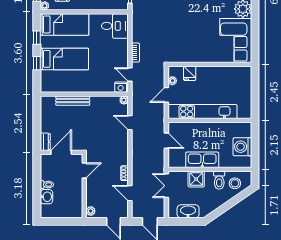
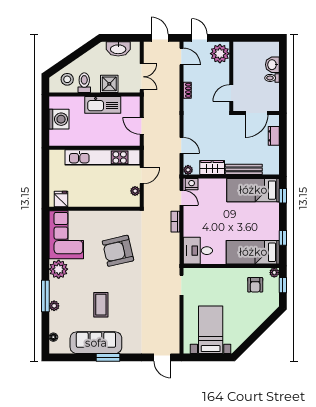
armchair: (188, 26) -> (118, 251), added
bed: (64, 59) -> (253, 190), moved
window: (37, 63) -> (283, 196), moved
fridge: (190, 73) -> (61, 199), moved
wardrobe: (102, 102) -> (212, 168), added
dresser: (45, 142) -> (274, 136), moved
door: (130, 193) -> (181, 57), moved
plant: (91, 211) -> (220, 54), width x1.88, depth x1.88

